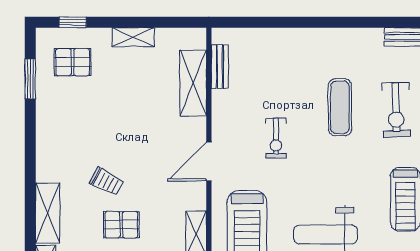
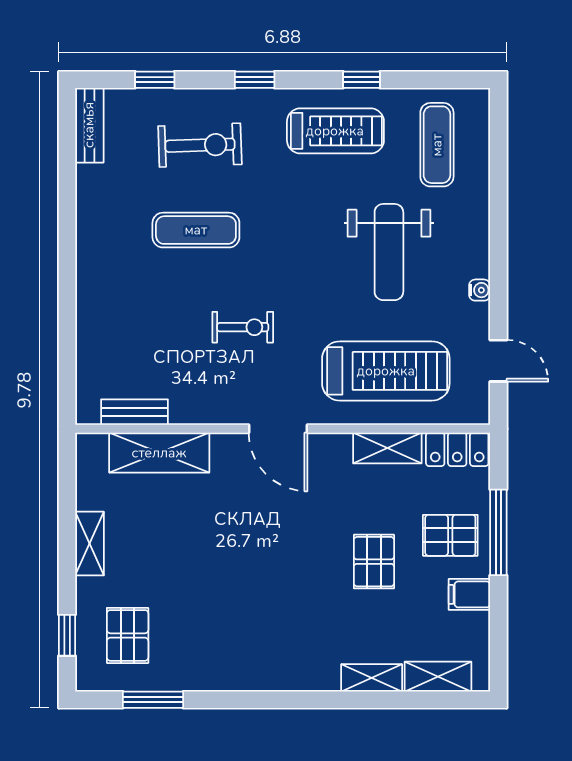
trolley: (107, 182) -> (309, 584), removed
shelving: (48, 213) -> (372, 678), width x0.67, depth x0.75

